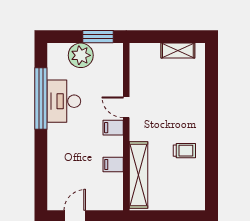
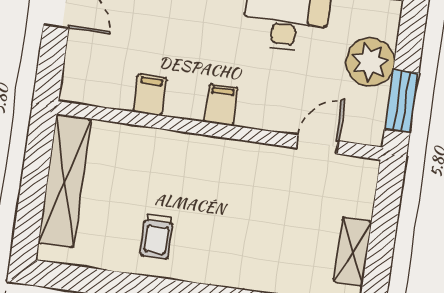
door: (126, 107) -> (317, 144), moved
shelving: (138, 175) -> (65, 181), moved, turned 90

